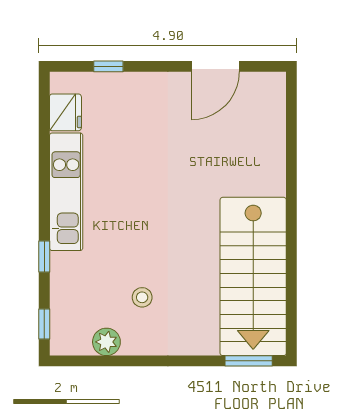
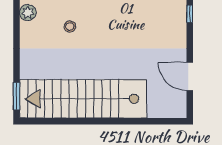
stairs: (253, 276) -> (83, 99), width x1.36
stool: (142, 297) -> (70, 27), moved

